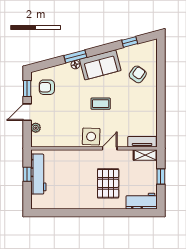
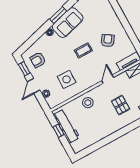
window: (75, 56) -> (58, 15), moved
armchair: (138, 74) -> (108, 41), moved
side table: (91, 137) -> (67, 79), moved
stool: (75, 162) -> (88, 103), added
pallet: (108, 183) -> (121, 105), width x0.67, depth x0.71

